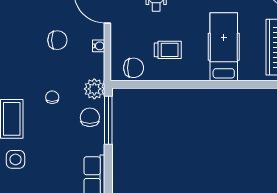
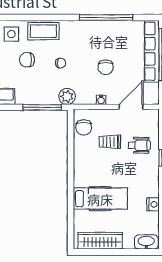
trolley: (168, 50) -> (110, 142), moved, turned 90
chair: (90, 117) -> (27, 60), moved, turned 180

